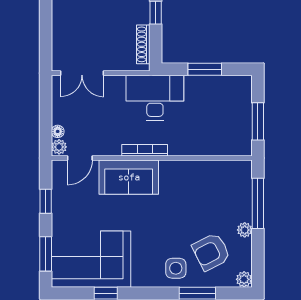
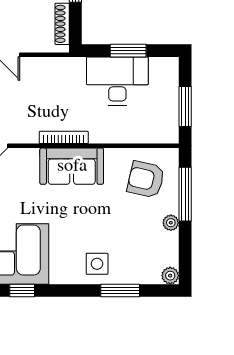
desk: (155, 98) -> (117, 81), moved
sofa: (129, 177) -> (72, 166), moved
armchair: (211, 252) -> (146, 179), moved, turned 40

